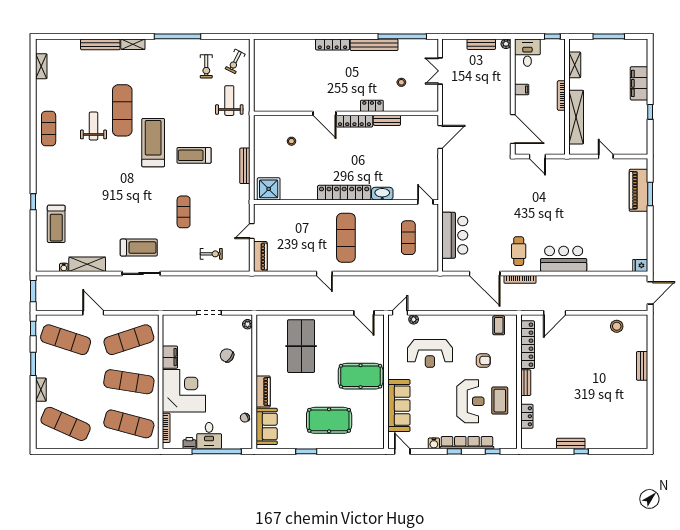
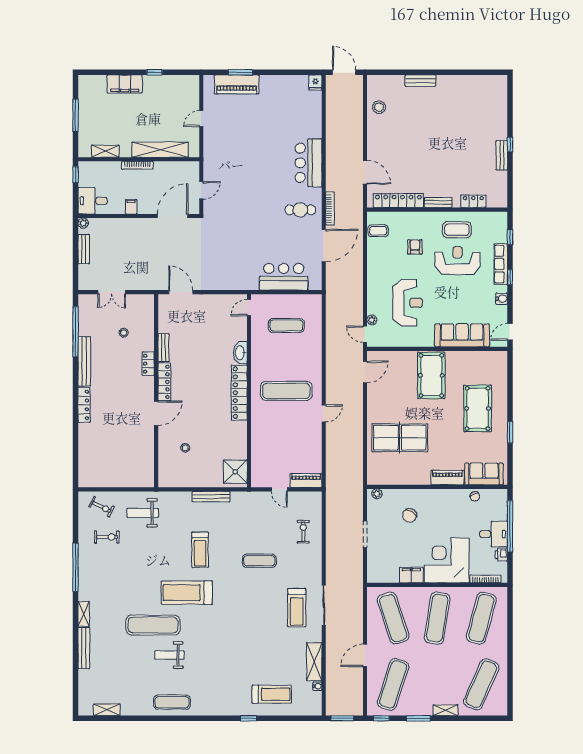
treadmill: (139, 248) -> (297, 608), turned 180
row of seats: (467, 443) -> (501, 264), width x0.73

